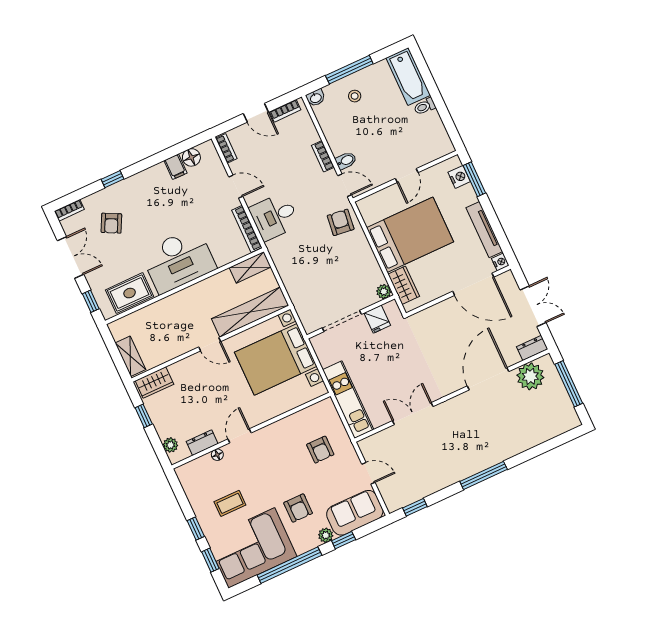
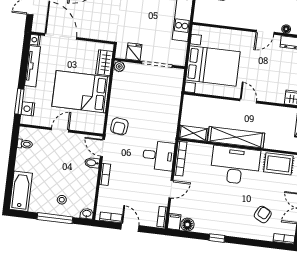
toilet: (425, 106) -> (25, 144), moved
filing cabinet: (176, 167) -> (174, 222), moved
window: (112, 179) -> (217, 238), moved
door: (236, 187) -> (171, 189), swing flipped
shelving: (250, 312) -> (236, 137), moved

